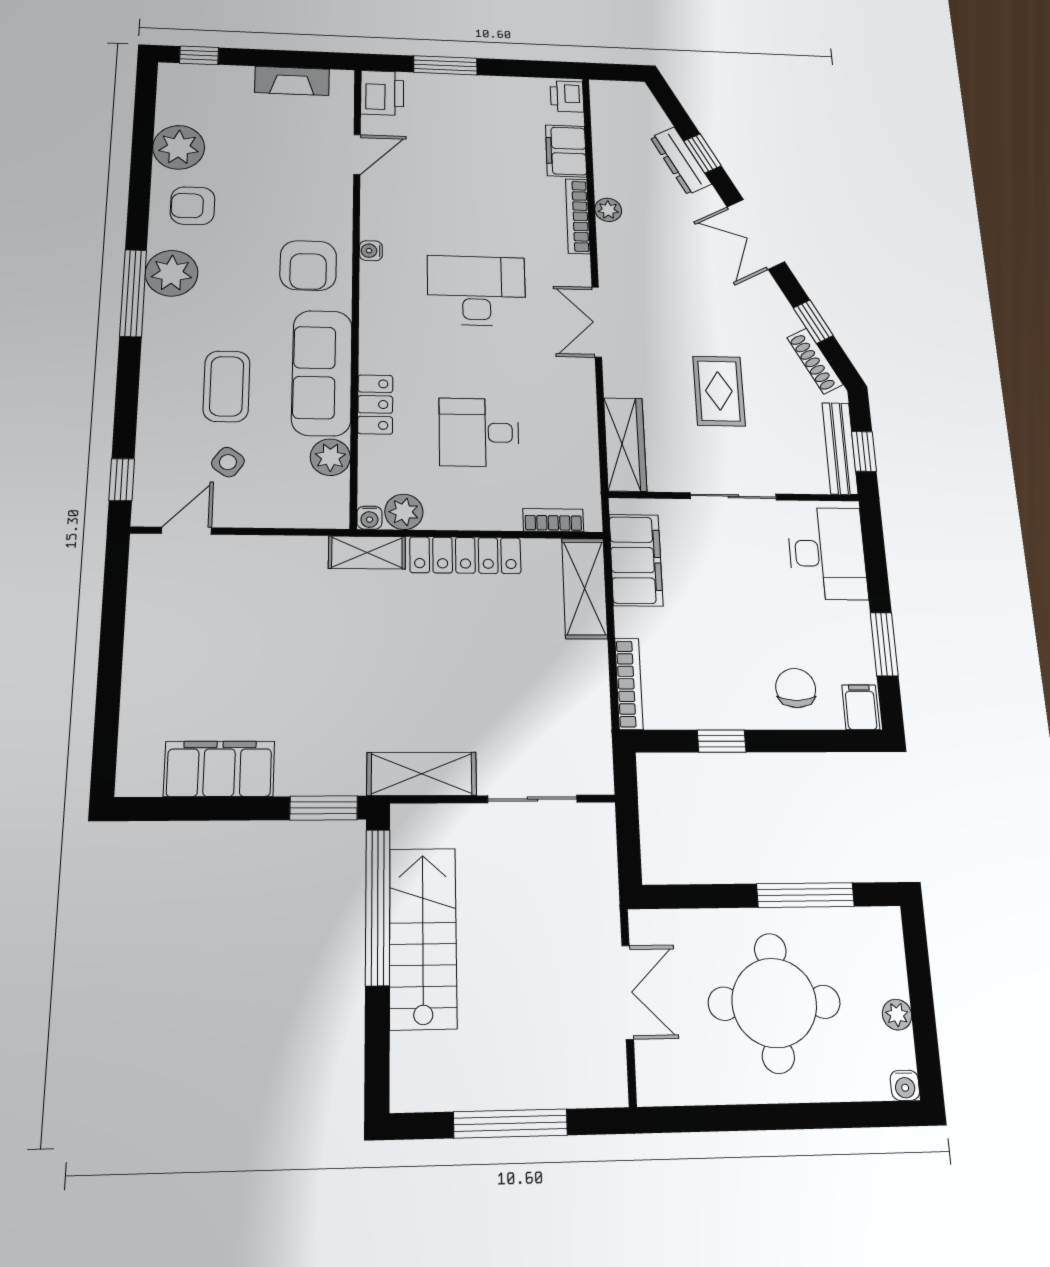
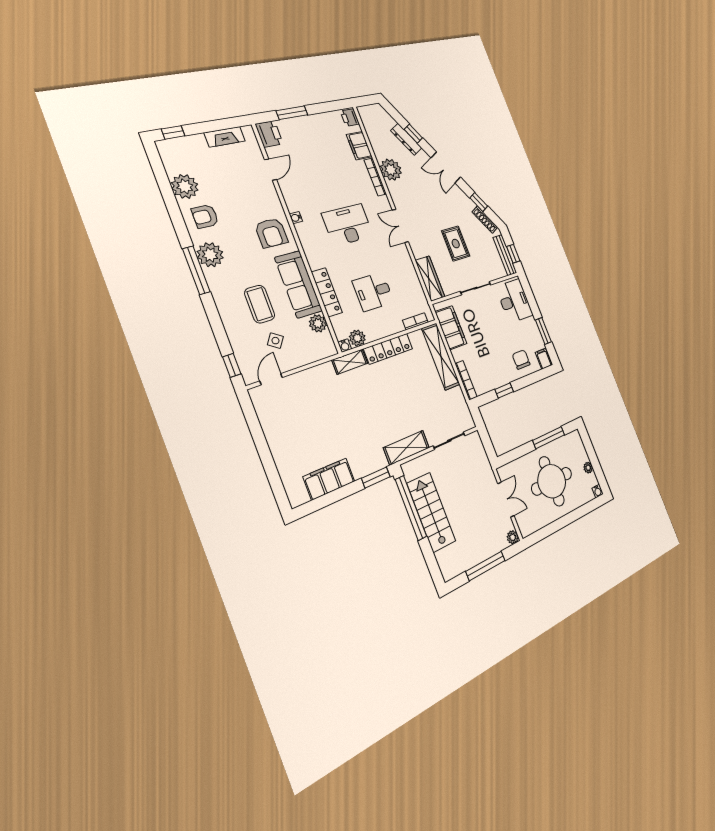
plant: (608, 210) -> (391, 170), width x1.87, depth x1.87
locker: (375, 404) -> (327, 292), width x1.53
shelving: (585, 588) -> (441, 356), width x1.47
plant: (611, 1089) -> (513, 537), added

